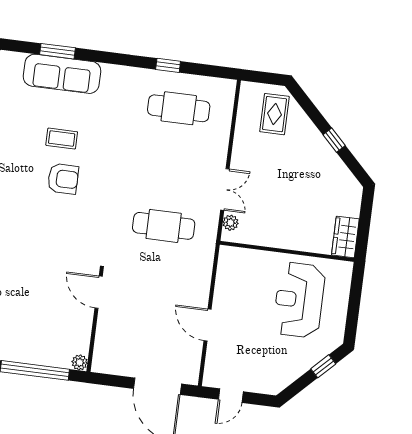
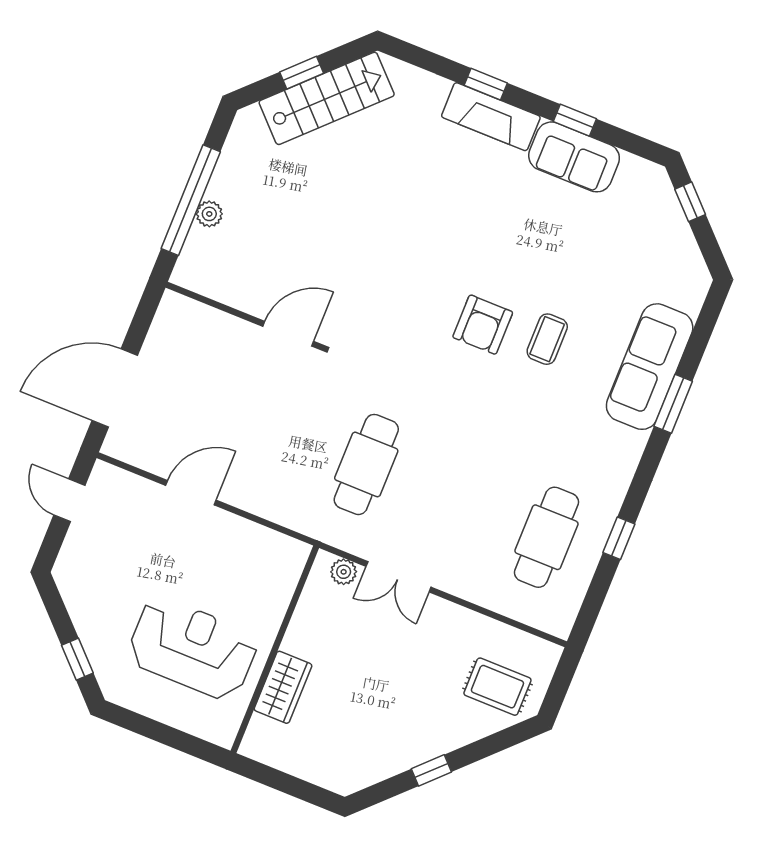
window: (57, 51) -> (673, 404), moved
wardrobe: (345, 237) -> (283, 687), moved, turned 90
plant: (80, 362) -> (209, 214), moved

